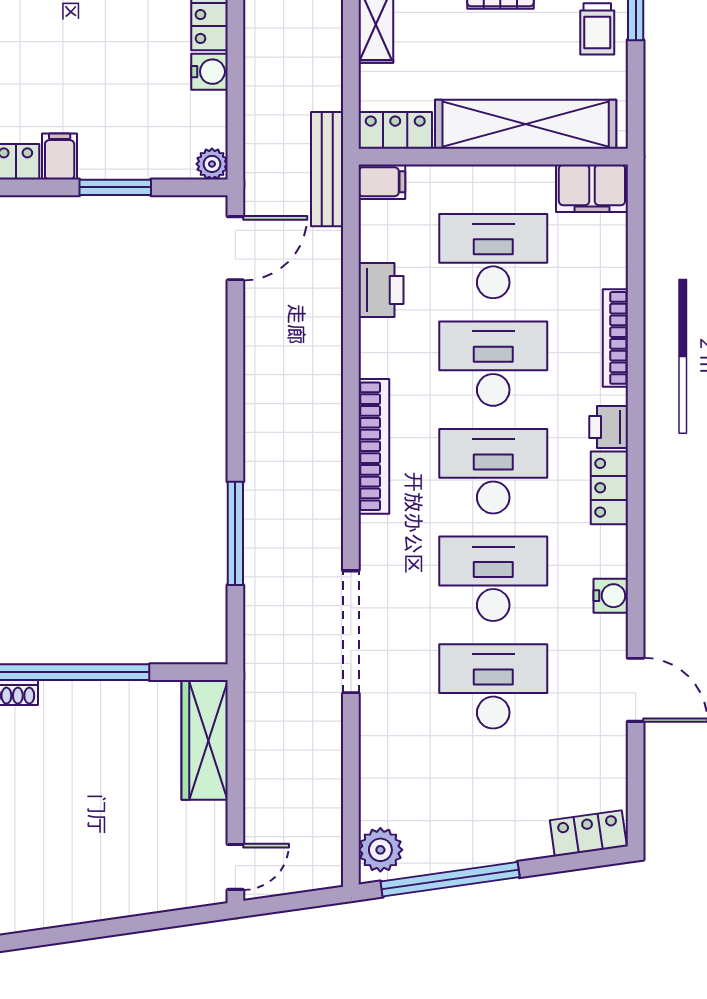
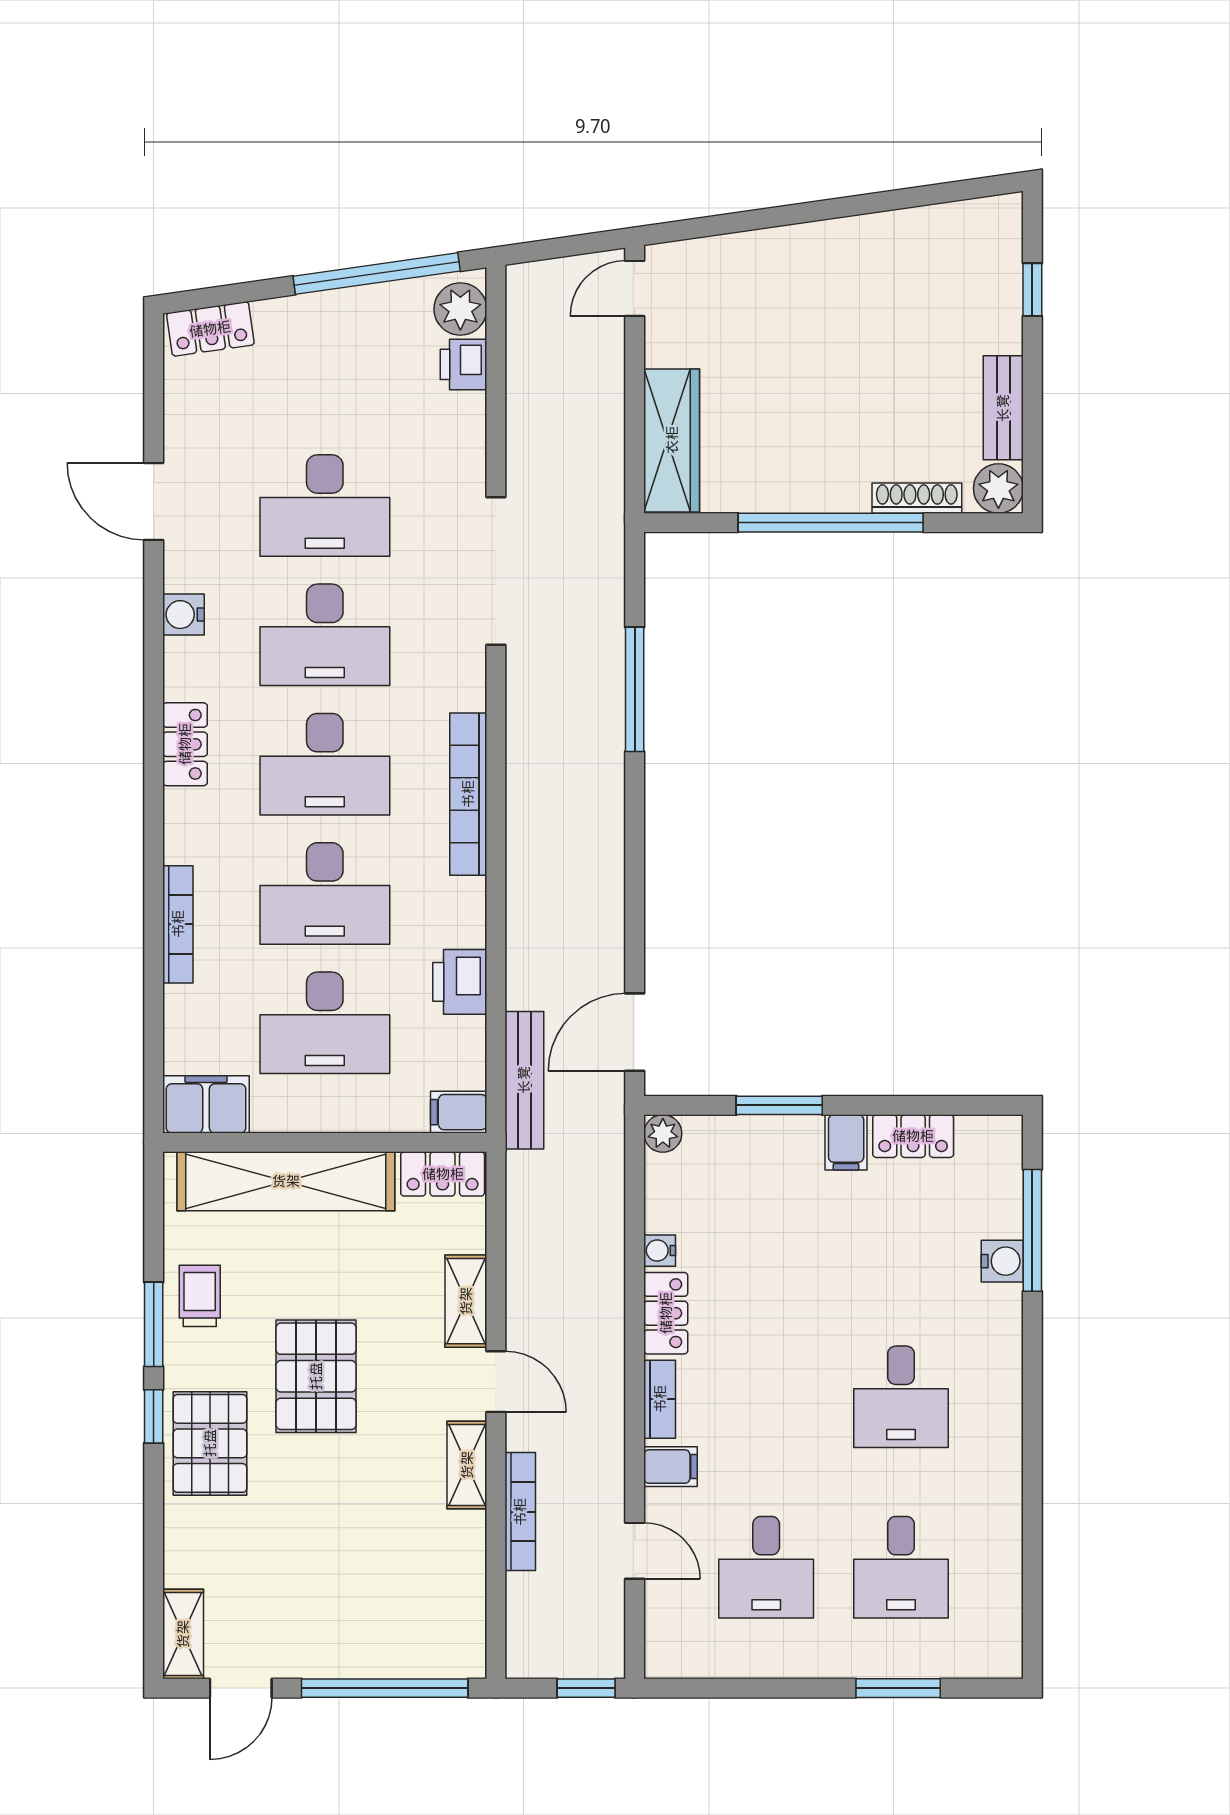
water cooler: (210, 72) -> (660, 1251), width x0.72, depth x0.72
bench: (327, 169) -> (524, 1080), moved
printer: (609, 427) -> (464, 364), moved, turned 180

